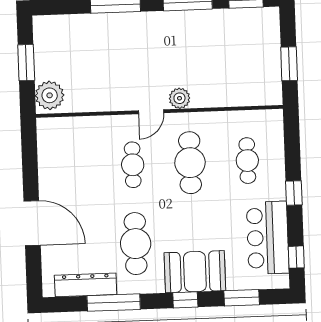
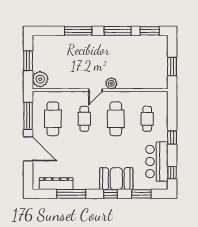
window: (30, 163) -> (28, 116), added
cafe table: (136, 244) -> (53, 119), moved

